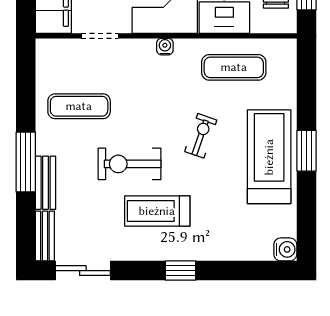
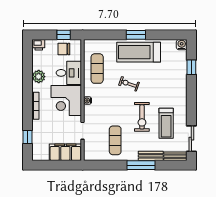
treadmill: (157, 211) -> (166, 123), moved
window: (181, 271) -> (191, 67), moved

